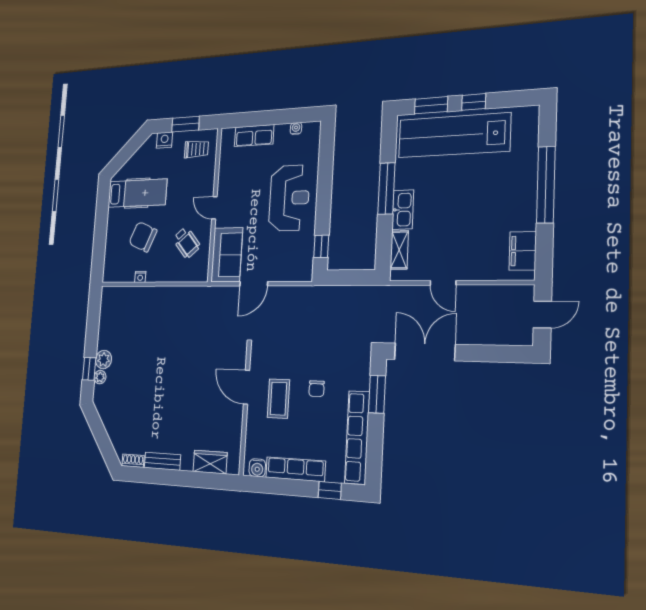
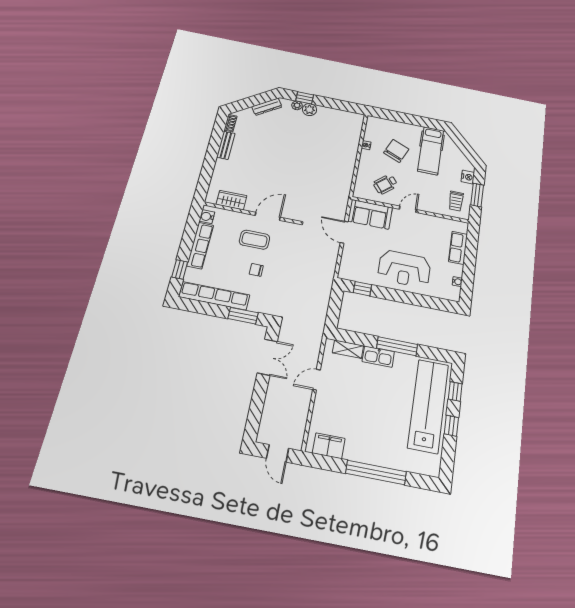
window: (431, 105) -> (455, 391), width x0.67
double door: (425, 352) -> (267, 357), width x0.73
dresser: (106, 416) -> (267, 107), added
wardrobe: (210, 462) -> (231, 200), moved, turned -90

